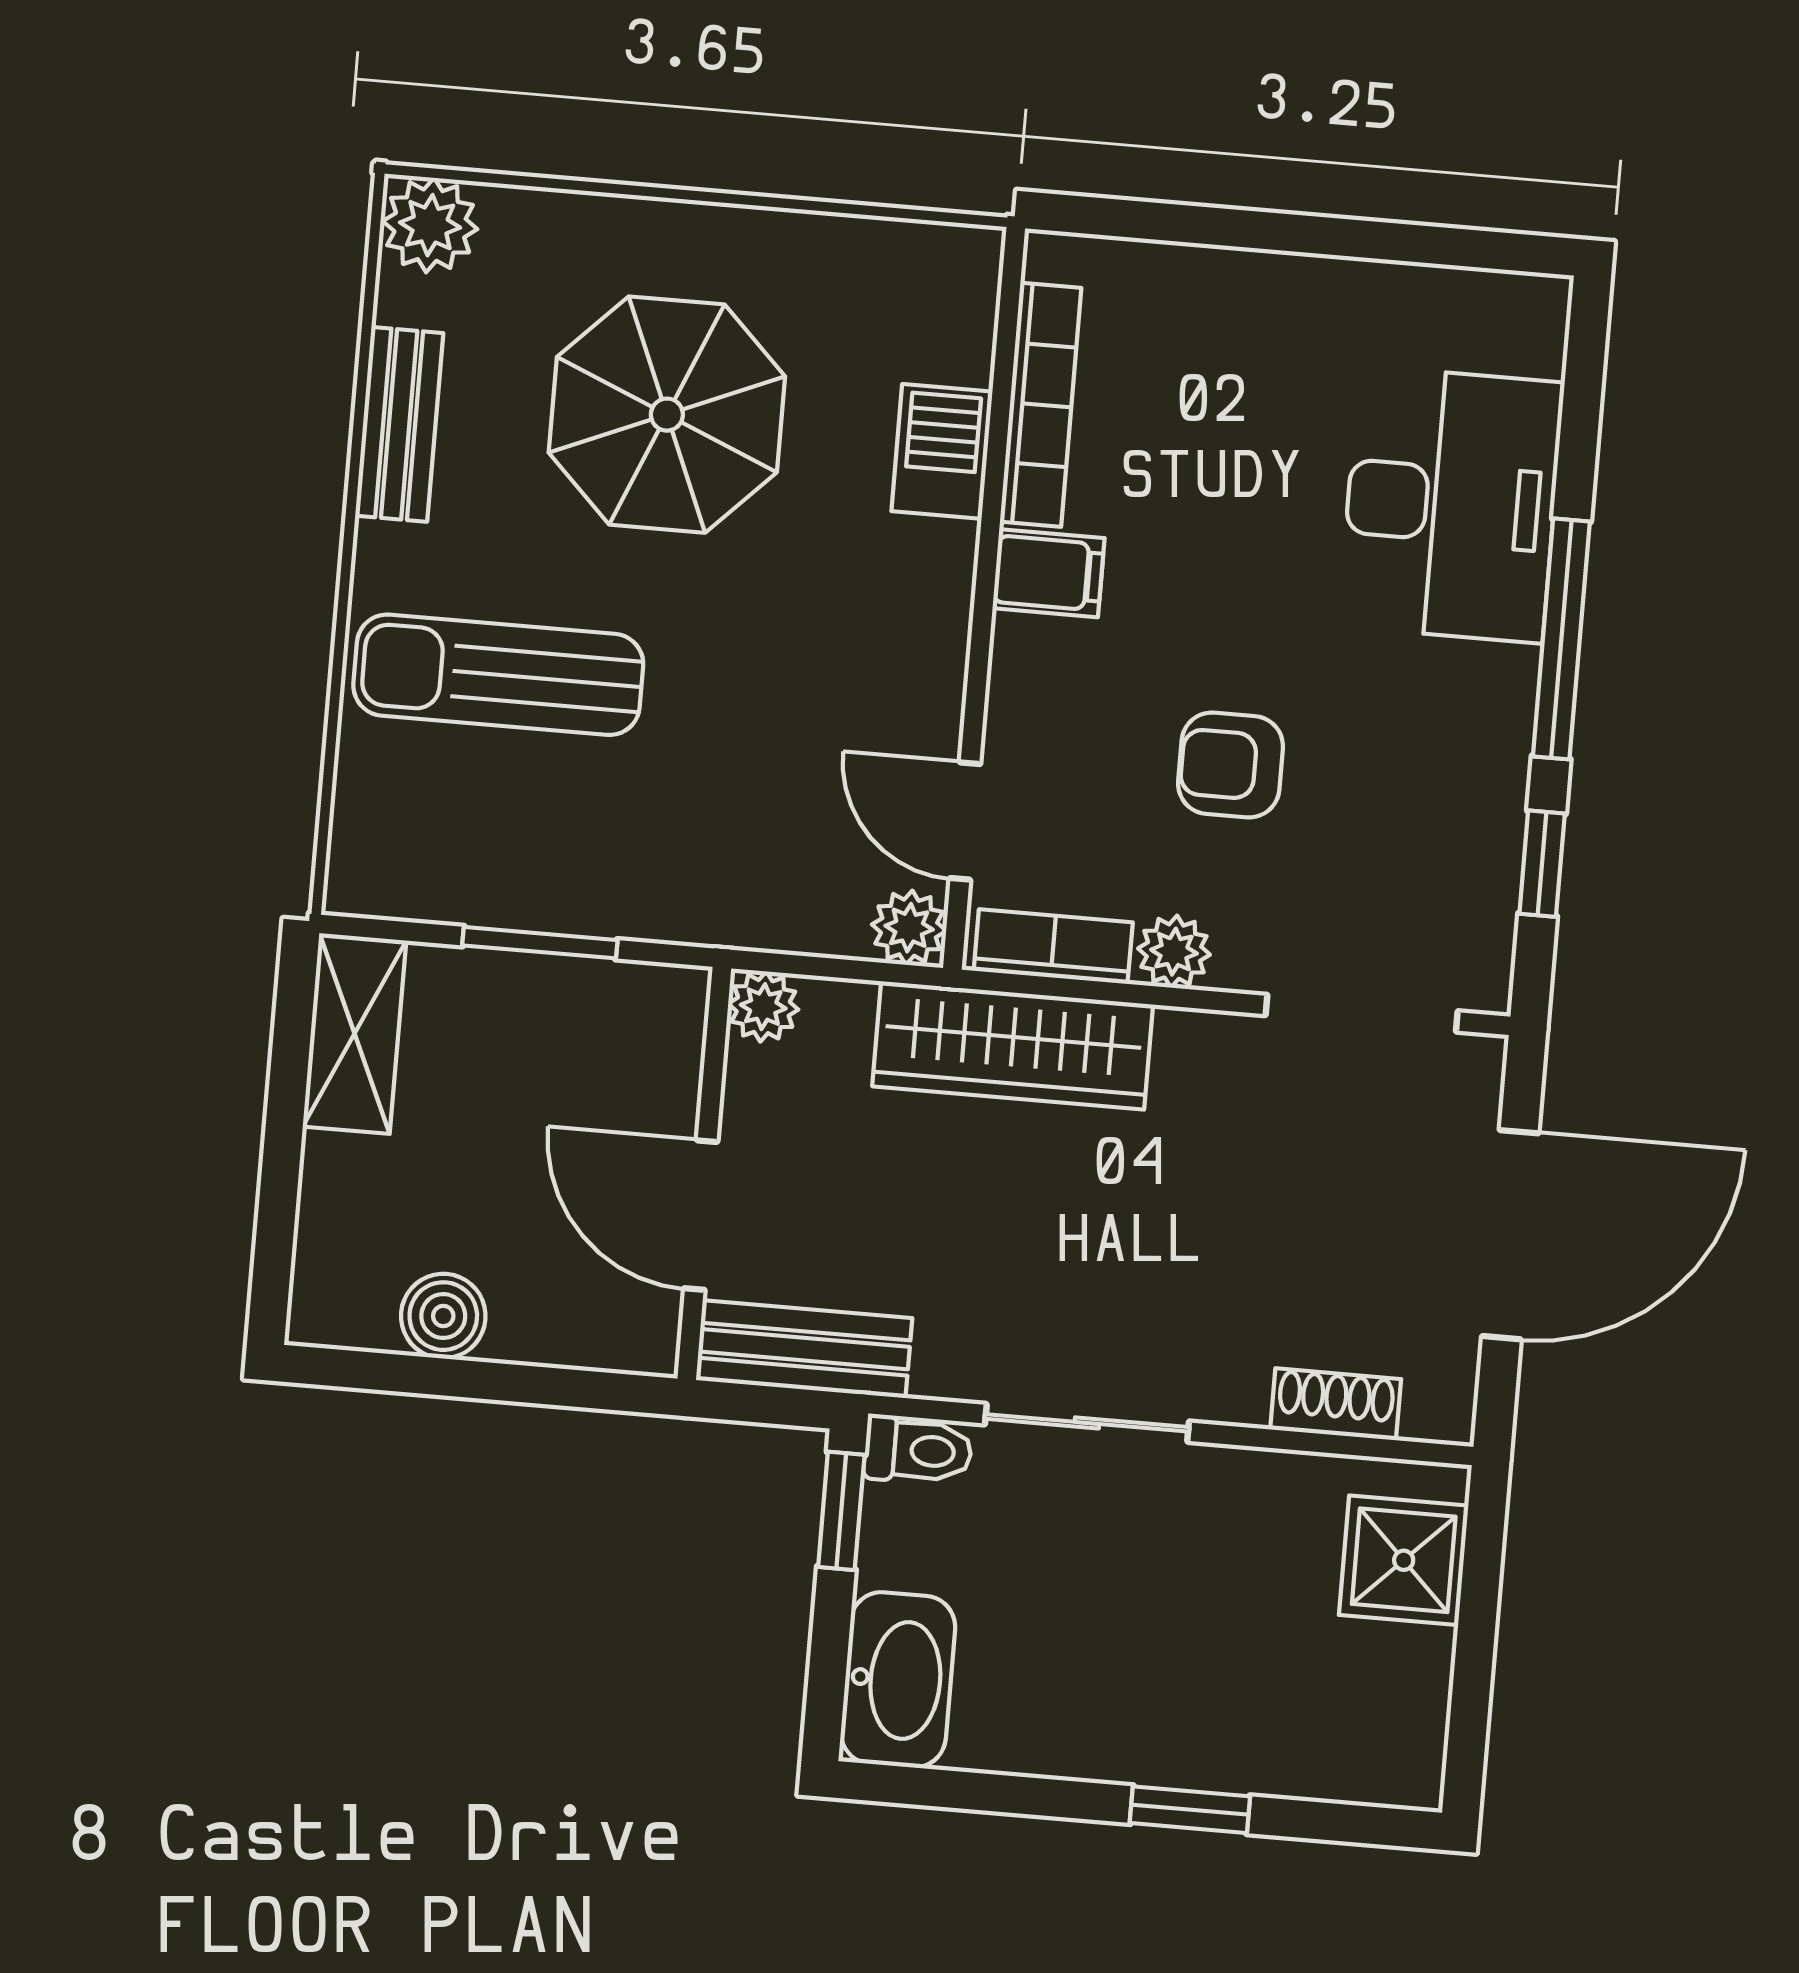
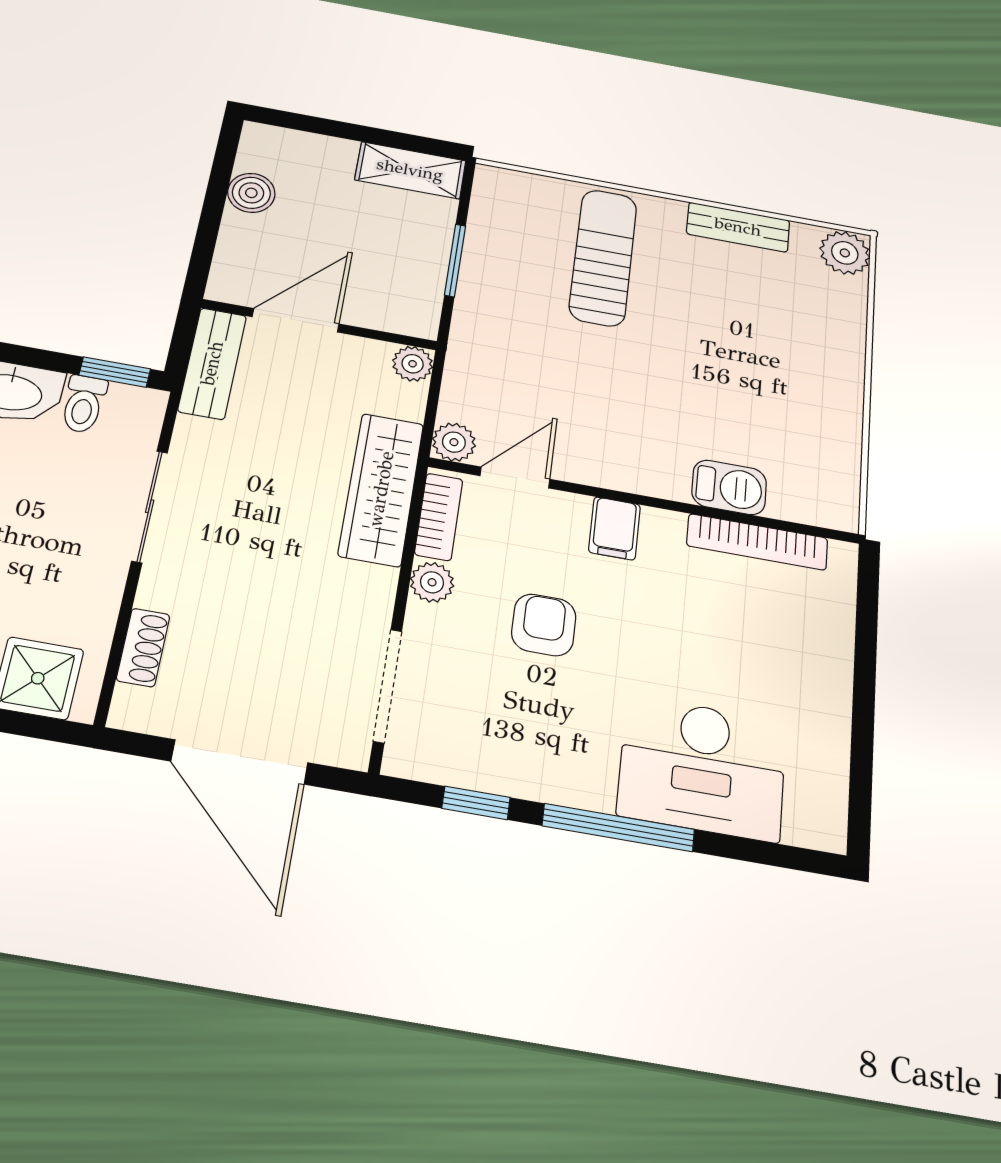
parasol: (667, 415) -> (747, 352), removed
filing cabinet: (1049, 573) -> (614, 528), moved
toilet: (918, 1450) -> (84, 404), moved

